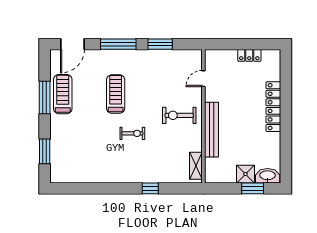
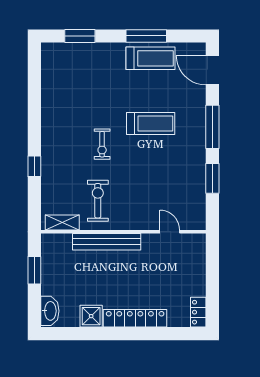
locker: (249, 55) -> (198, 312), moved
exercise bike: (179, 115) -> (98, 201), moved
shower: (246, 174) -> (91, 316), moved
window: (253, 188) -> (34, 270), moved

